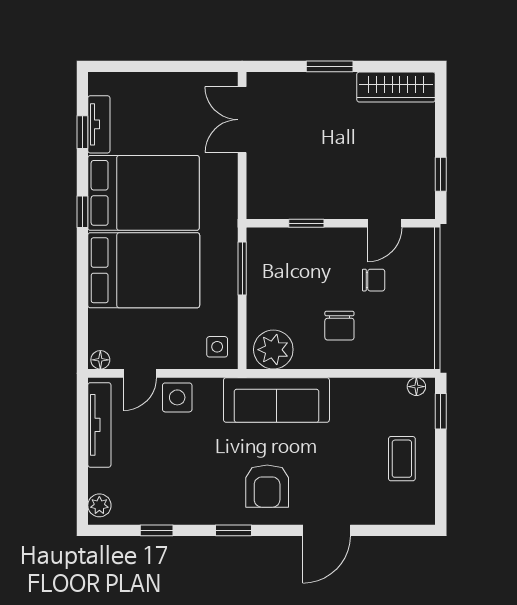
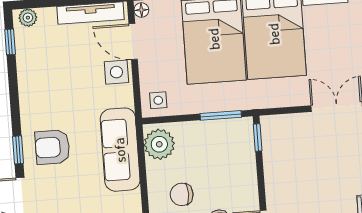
window: (306, 223) -> (258, 137), moved
door: (140, 373) -> (133, 42), width x1.37
window: (157, 530) -> (10, 42), moved
window: (233, 530) -> (18, 150), moved

